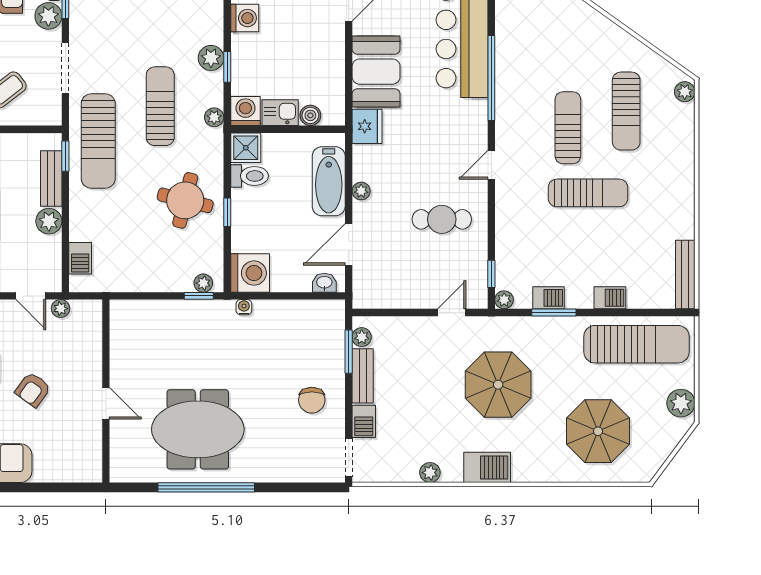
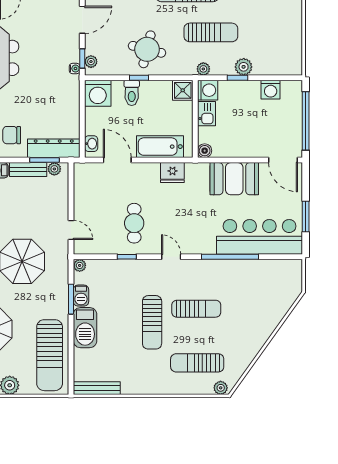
sun lounger: (626, 111) -> (197, 363), moved
boiler: (310, 115) -> (205, 151), moved
fridge: (367, 126) -> (172, 173), moved
toilet: (250, 176) -> (132, 93), moved
plant: (361, 191) -> (153, 169), removed
window: (491, 274) -> (127, 257), moved
door: (142, 296) -> (82, 20), added
barbecue: (610, 298) -> (85, 328), width x1.88, depth x1.53
water cooler: (244, 307) -> (75, 68), moved
dresser: (331, 338) -> (54, 148), added

